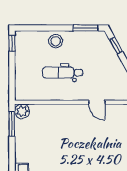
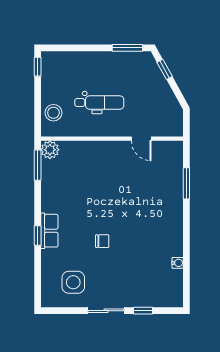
stool: (56, 41) -> (53, 113), moved
dental chair: (62, 73) -> (99, 103), turned 180

